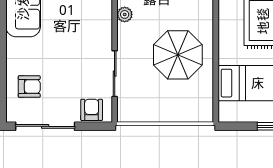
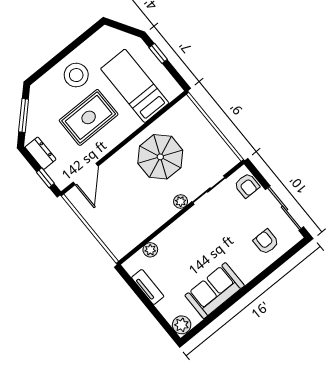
plant: (125, 14) -> (181, 202), moved
armchair: (92, 110) -> (247, 185), turned -90

